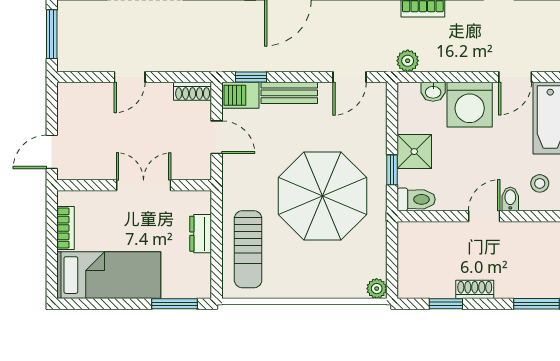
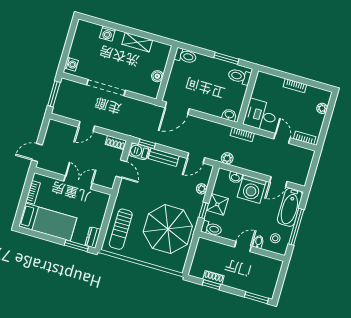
parasol: (322, 196) -> (168, 229), moved
dresser: (201, 234) -> (93, 237), moved
plant: (377, 289) -> (202, 189), moved
shoe rack: (475, 289) -> (213, 278), moved

